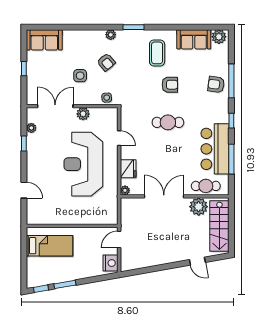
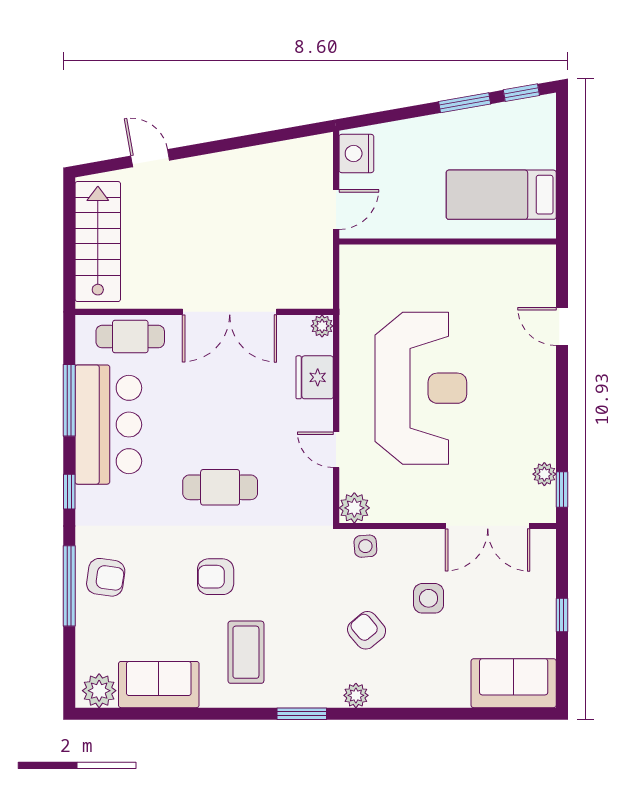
plant: (83, 114) -> (354, 508), moved
window: (24, 143) -> (562, 490), moved
plant: (199, 207) -> (147, 287), removed

